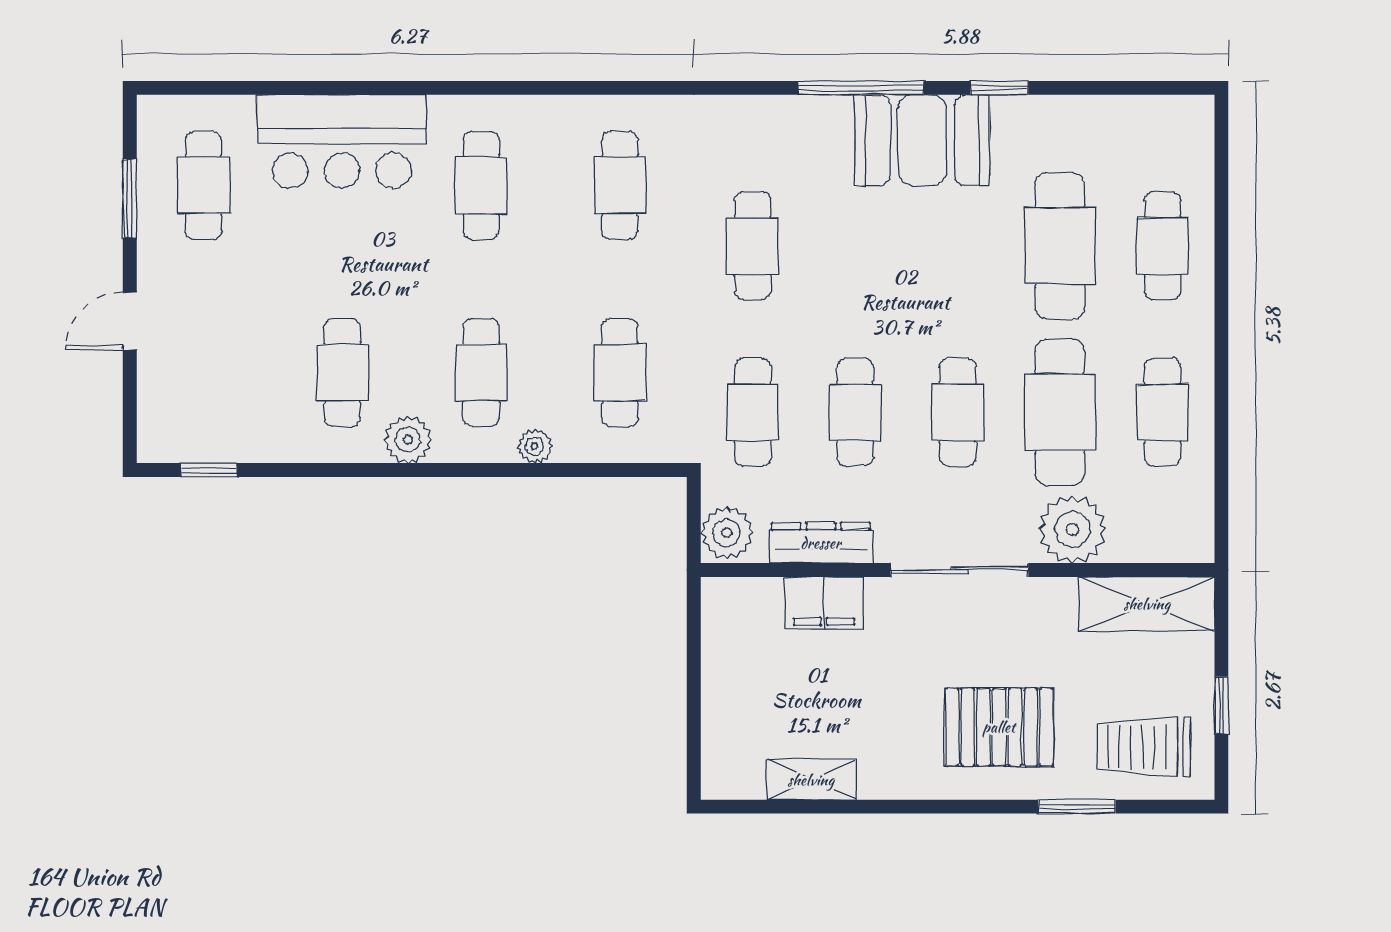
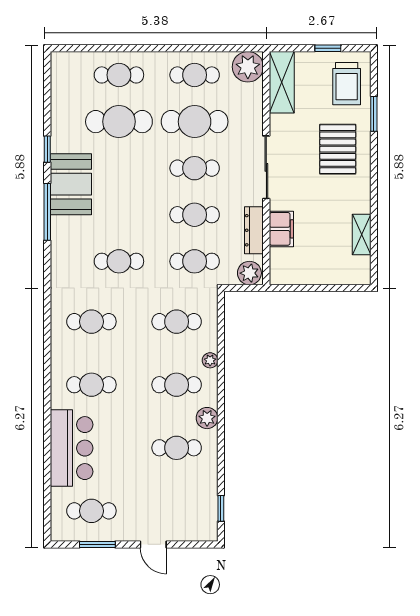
plant: (1073, 529) -> (248, 67), moved

